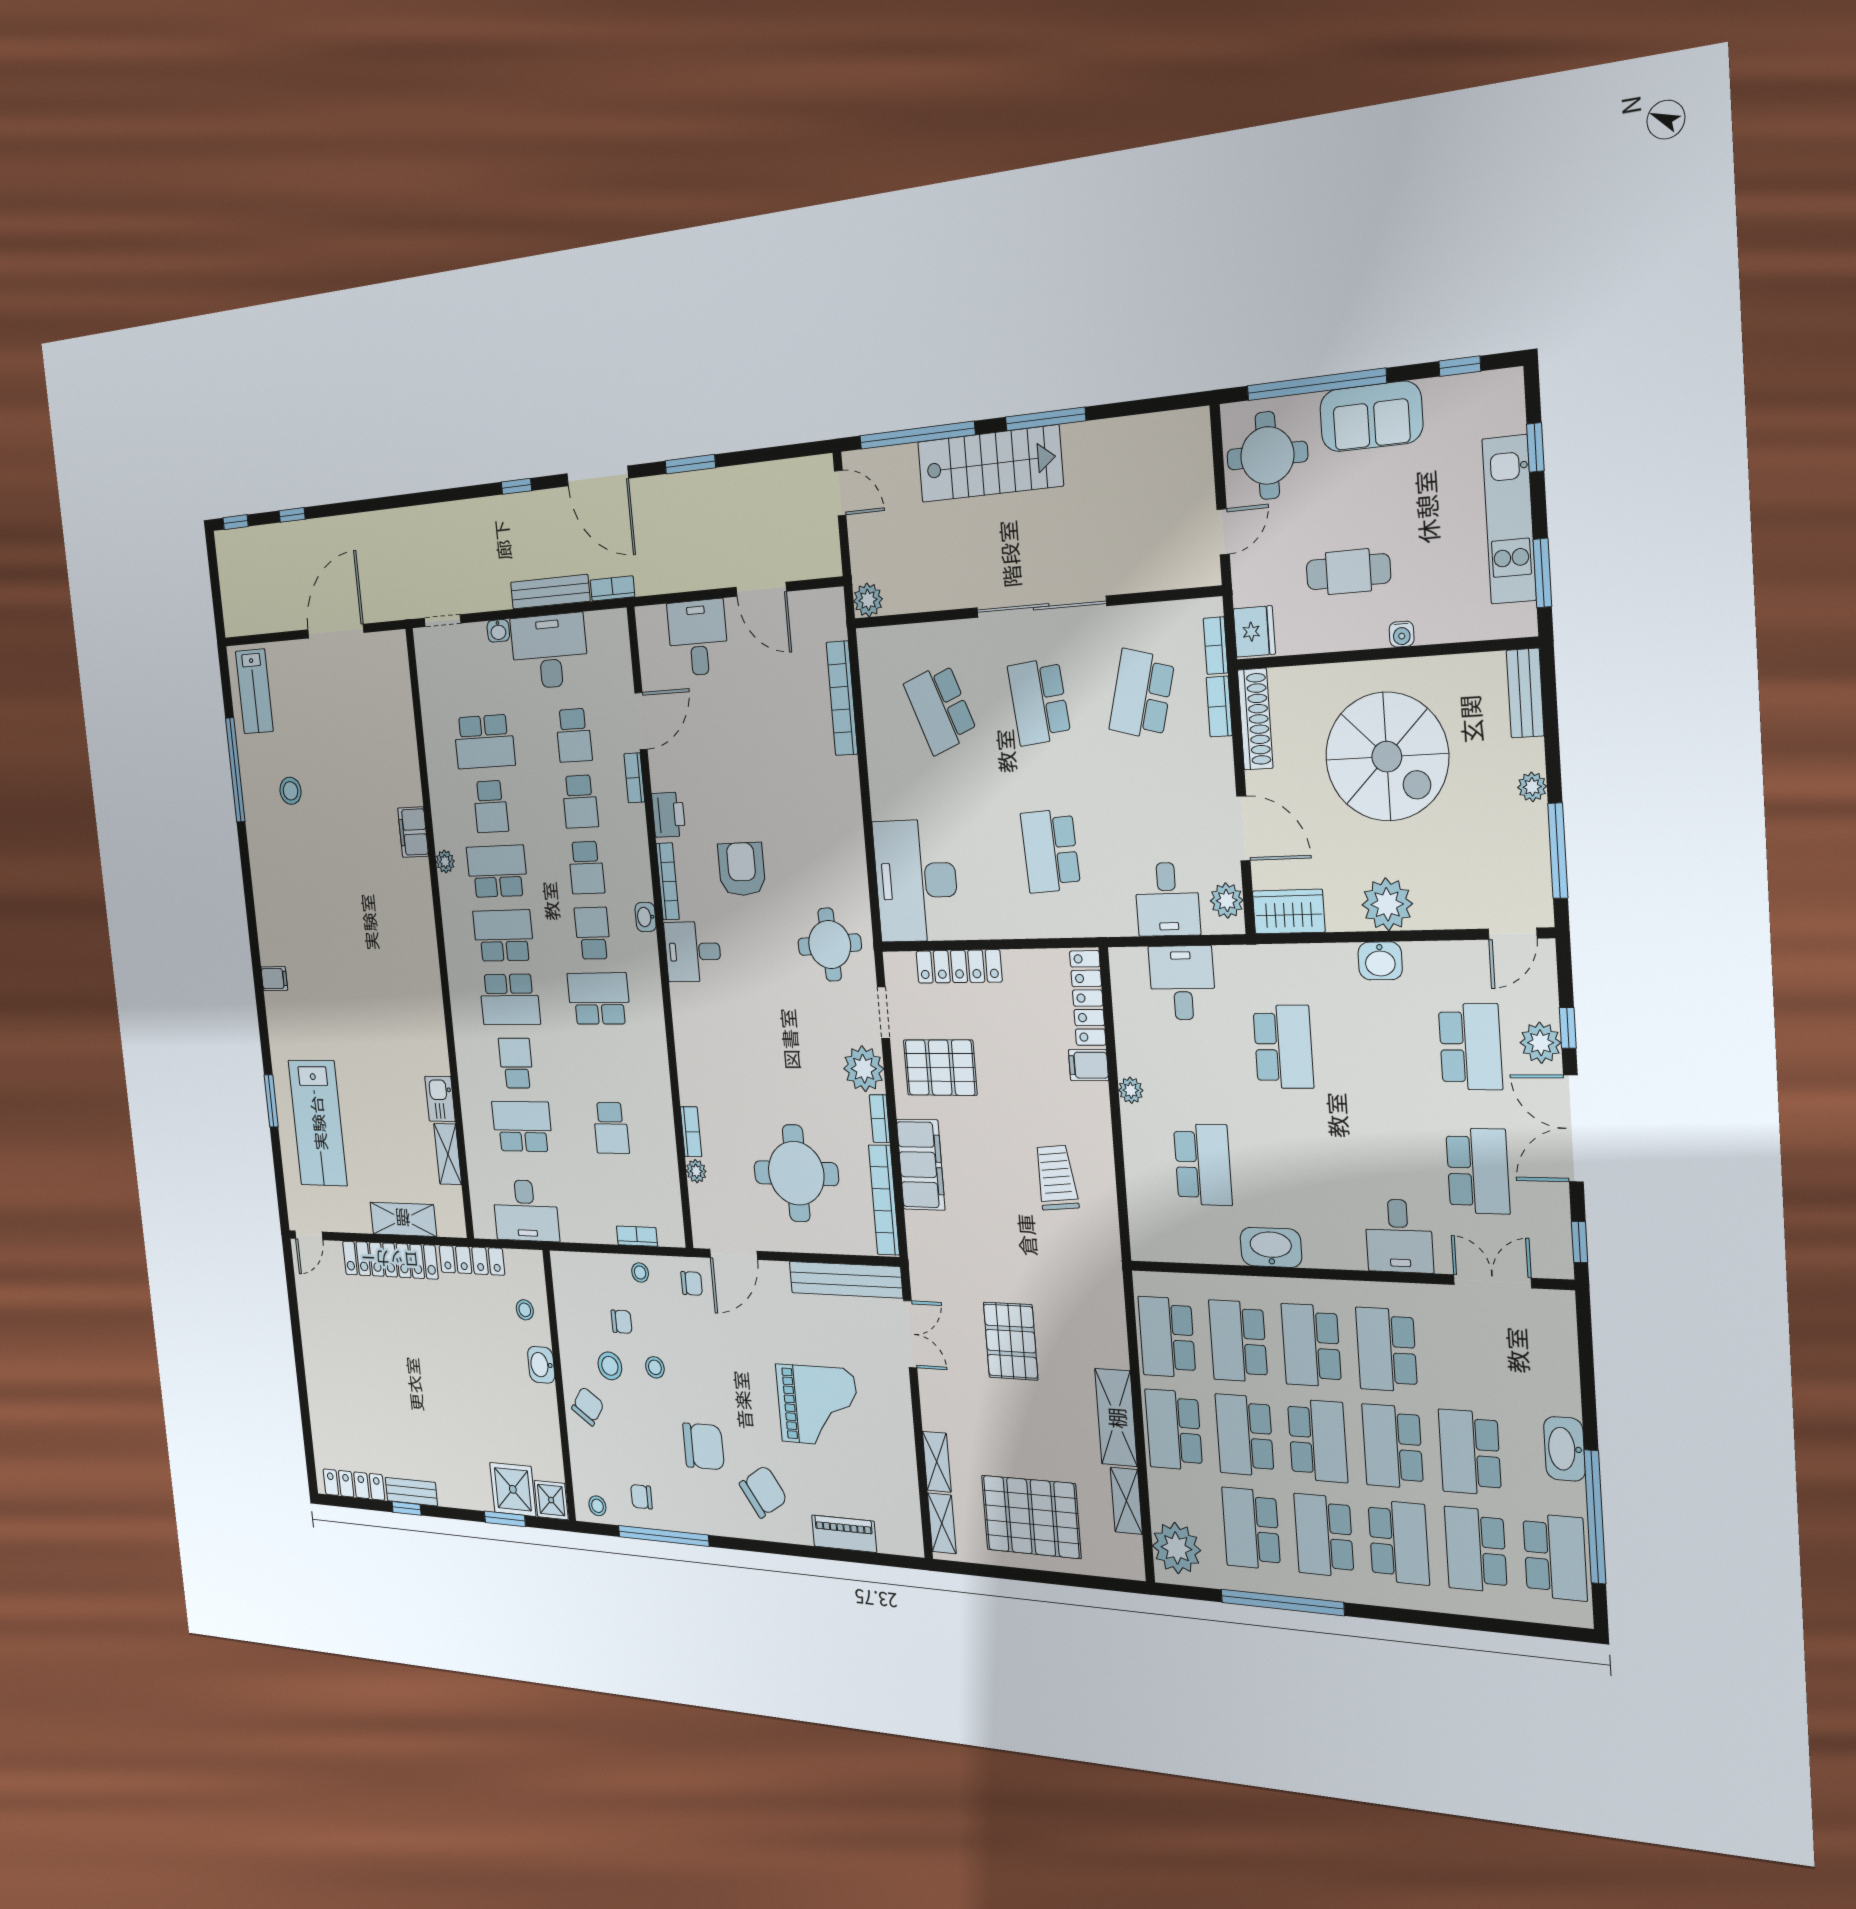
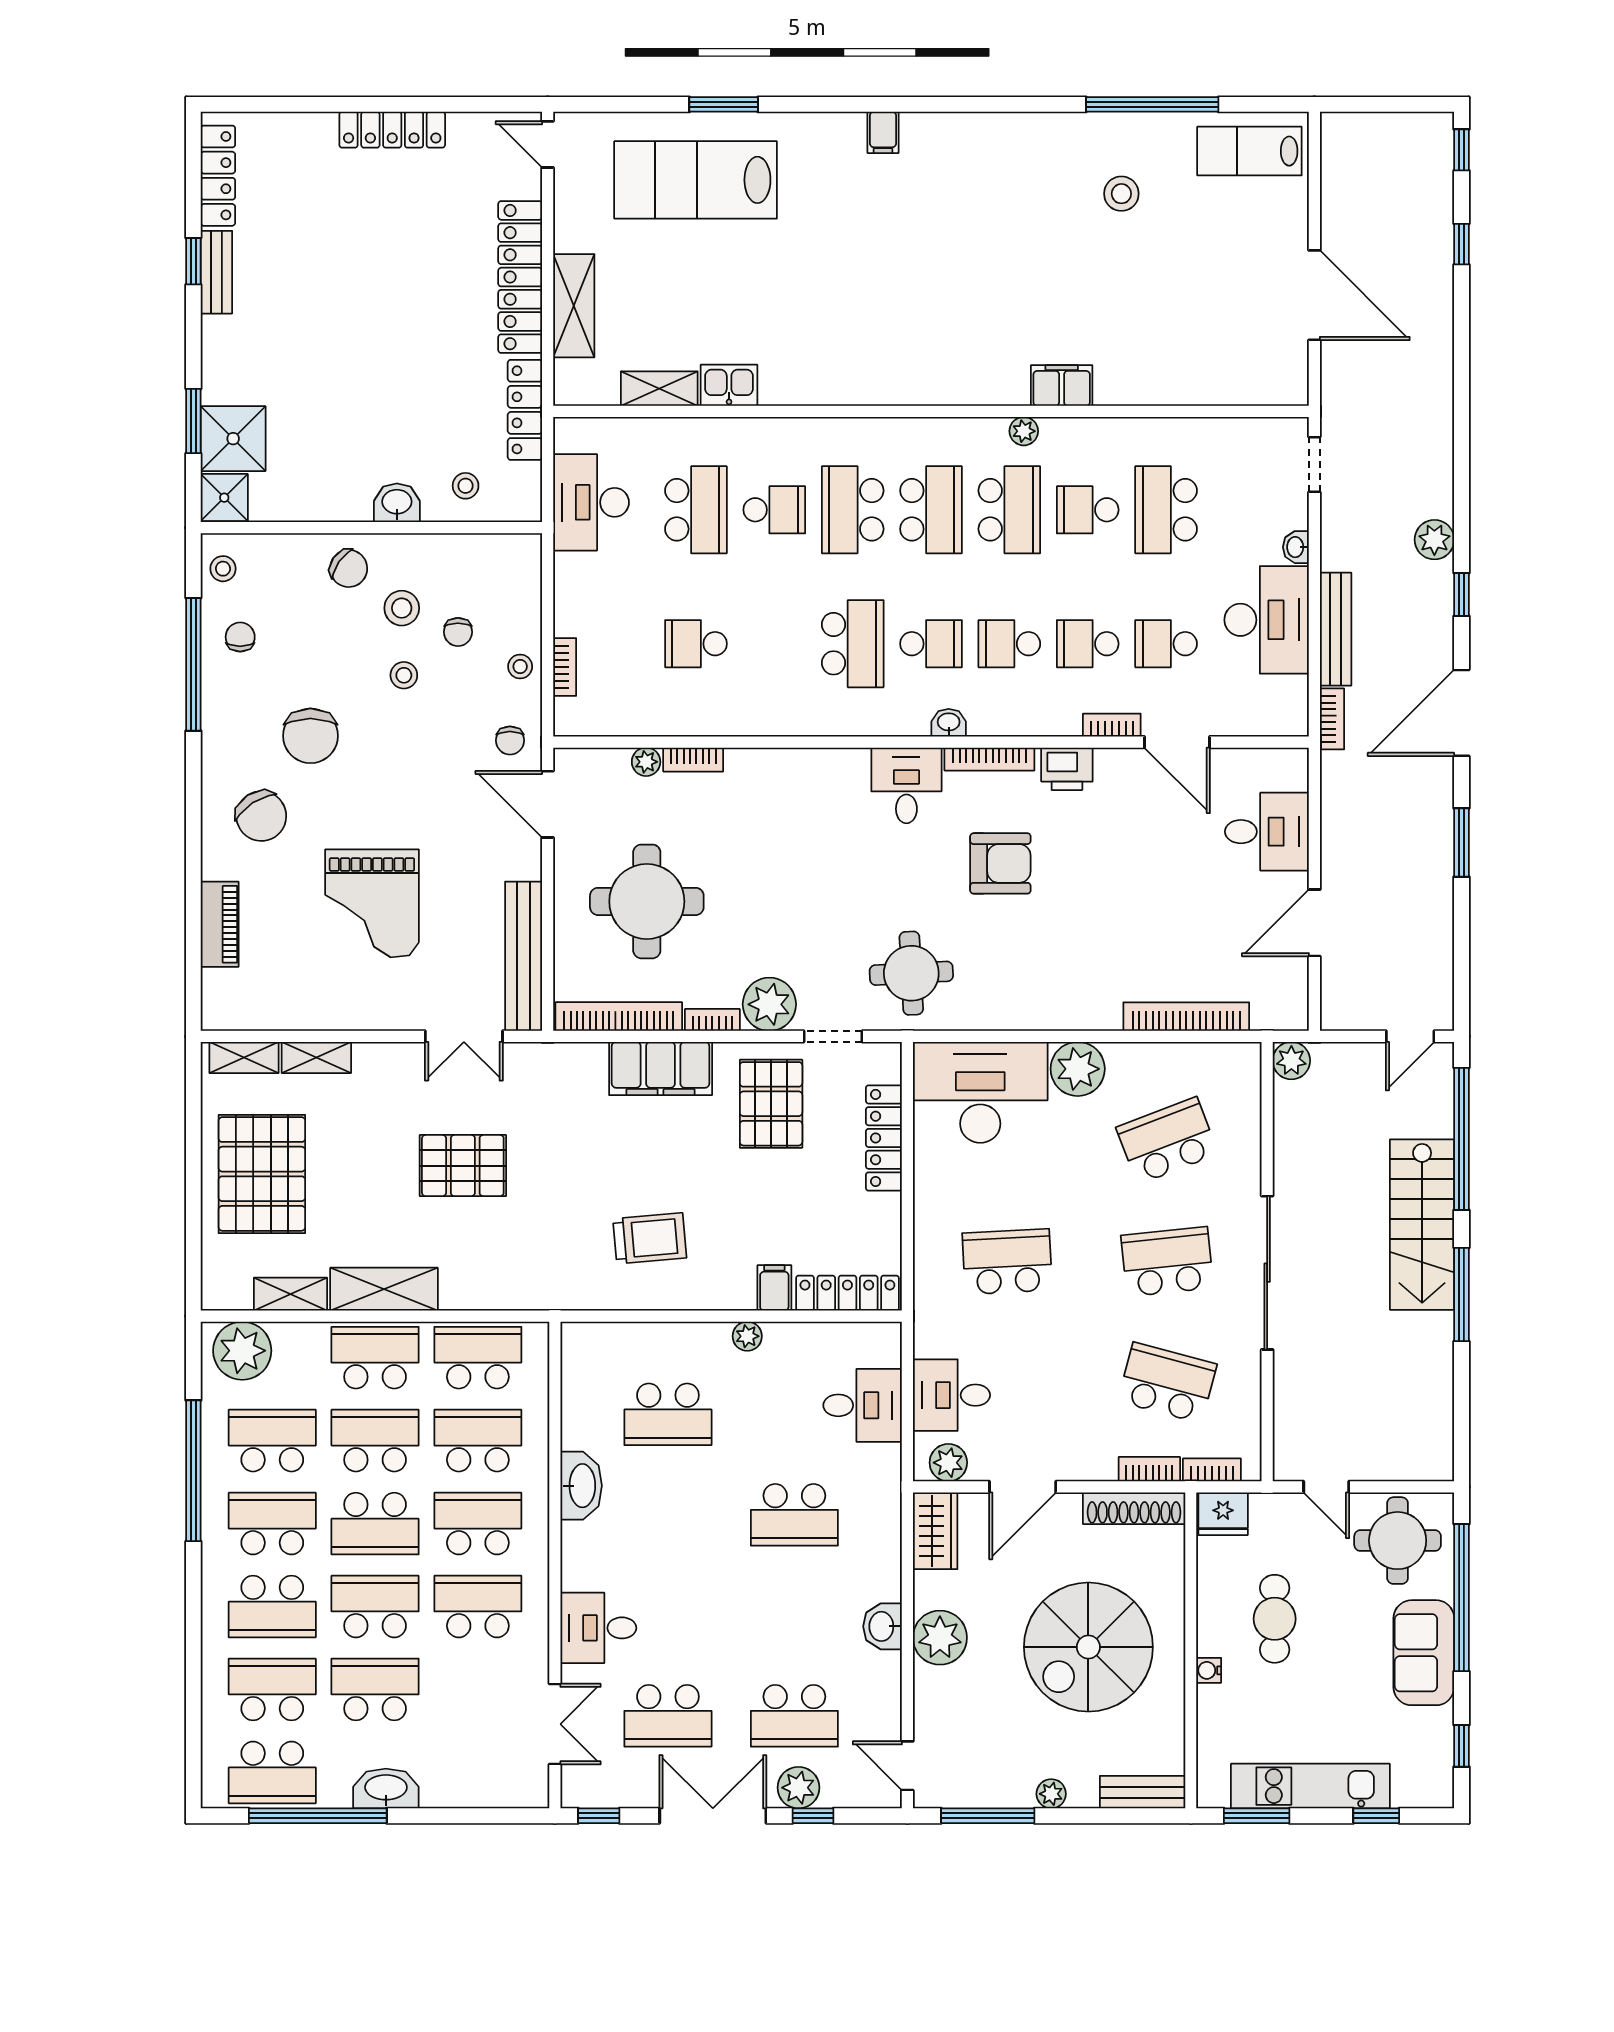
plant: (482, 514) -> (1434, 540), added
plant: (891, 794) -> (1078, 1069), added
locker: (313, 1352) -> (392, 130), added

